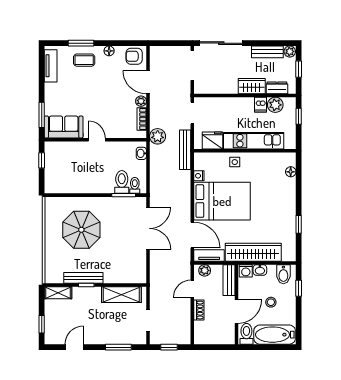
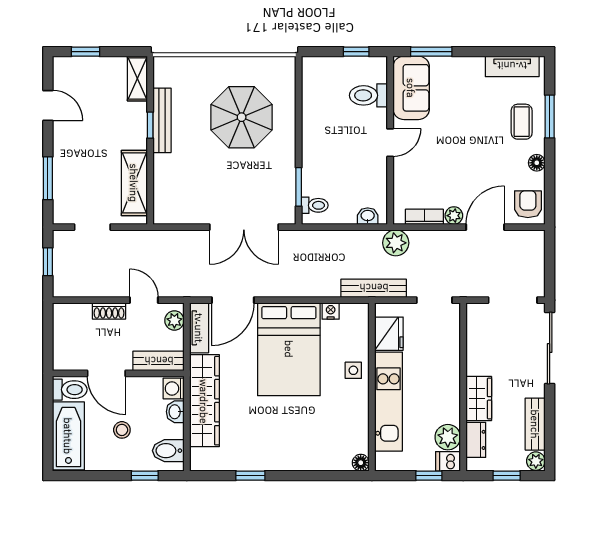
dishwasher: (261, 105) -> (448, 461), moved
floor lamp: (291, 172) -> (361, 463), moved
toilet: (122, 182) -> (368, 95), moved, turned 180

